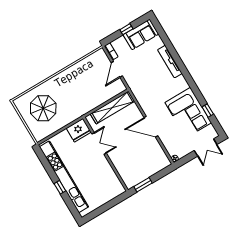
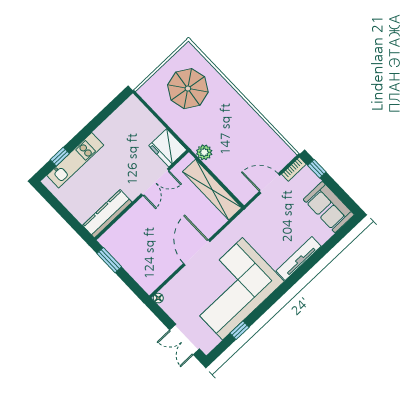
window: (126, 29) -> (317, 169), moved
plant: (87, 107) -> (204, 152), added
corner sofa: (188, 113) -> (233, 289), width x1.36, depth x1.36
kitchen unit: (64, 177) -> (75, 160), width x0.54
kitchen counter: (113, 179) -> (107, 214), added
window: (60, 187) -> (60, 157), moved

